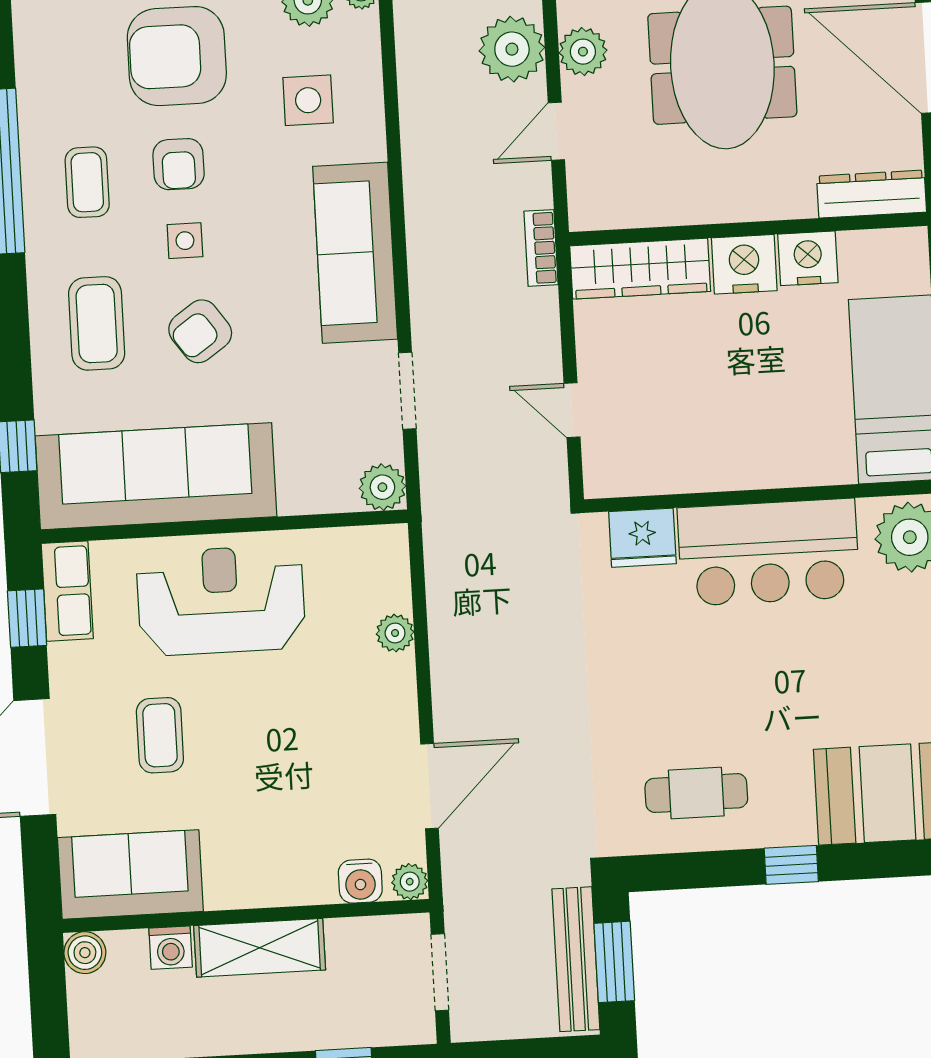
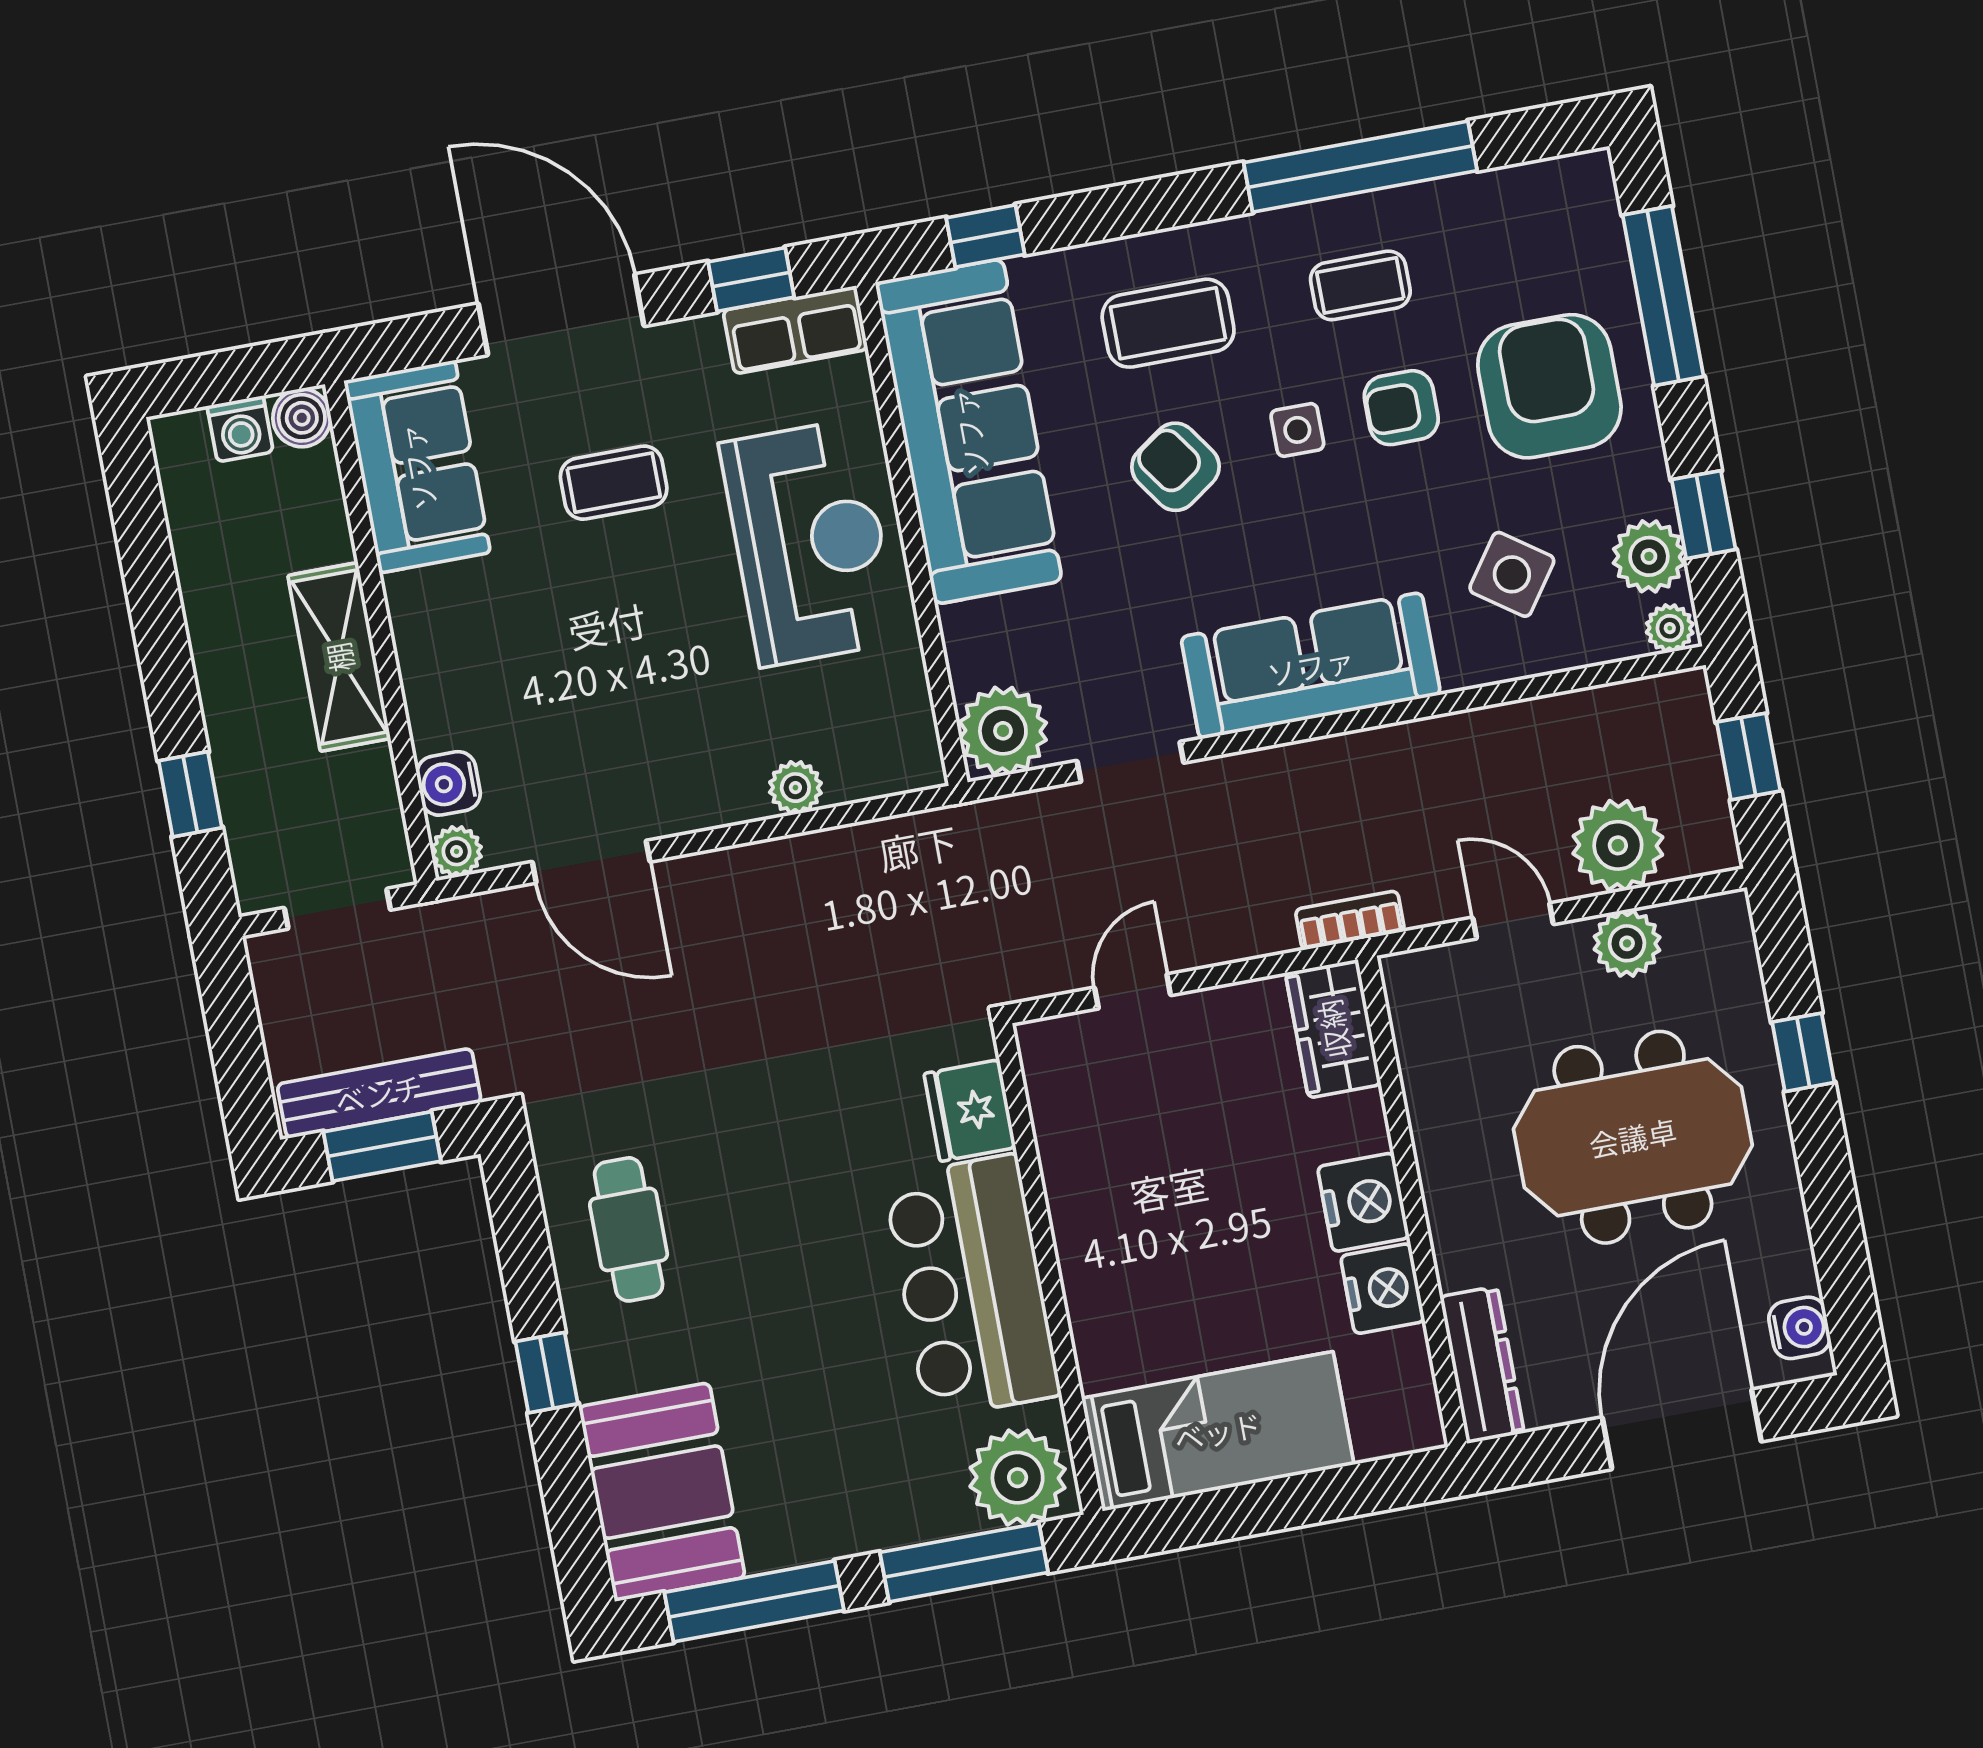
side table: (308, 100) -> (1512, 574), turned 35
wardrobe: (640, 269) -> (1333, 1029), width x0.67
plant: (382, 487) -> (1003, 731), width x1.36, depth x1.36
washing machine: (171, 948) -> (240, 429), moved, turned -90

